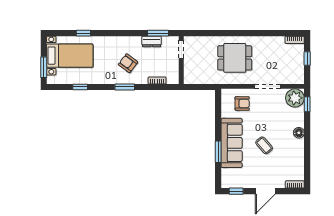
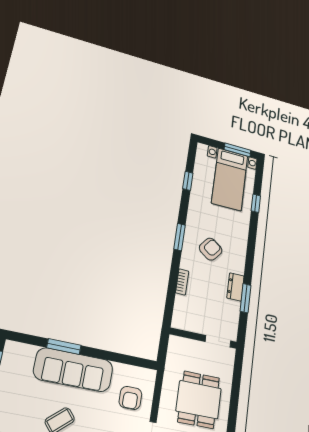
doorway: (181, 49) -> (218, 341), moved
wall: (181, 60) -> (203, 338), moved
window: (44, 67) -> (238, 150), moved

